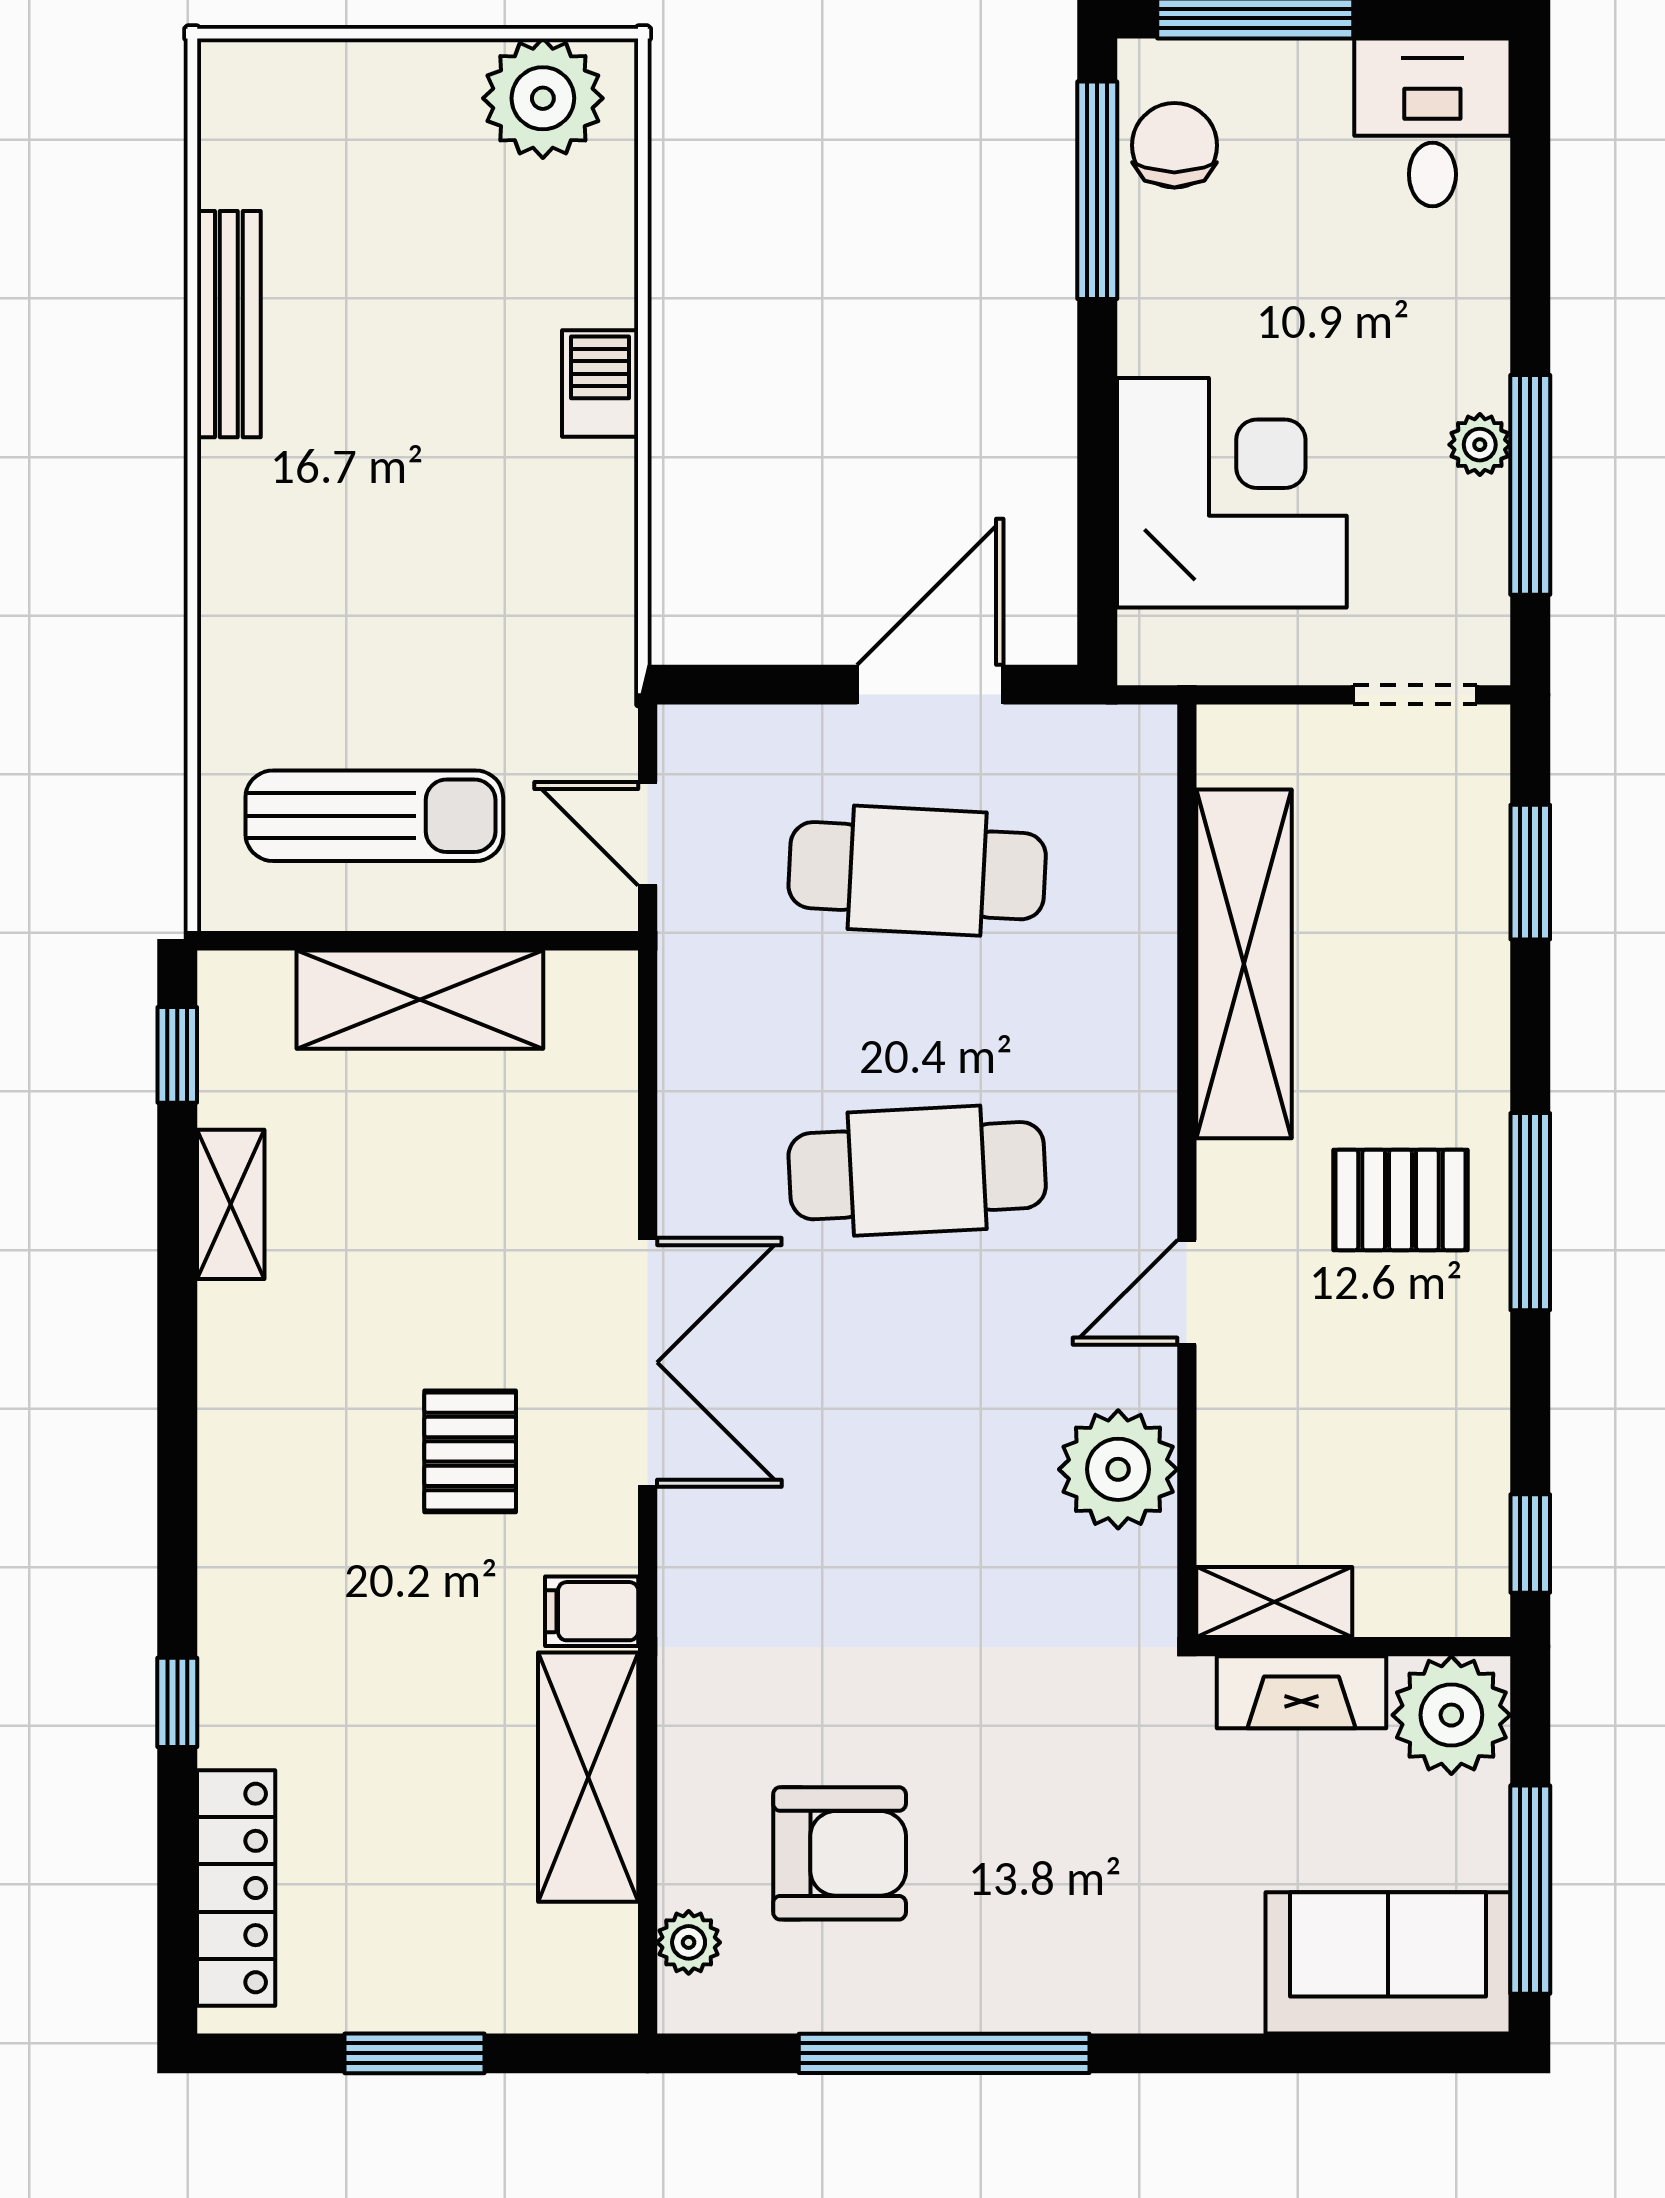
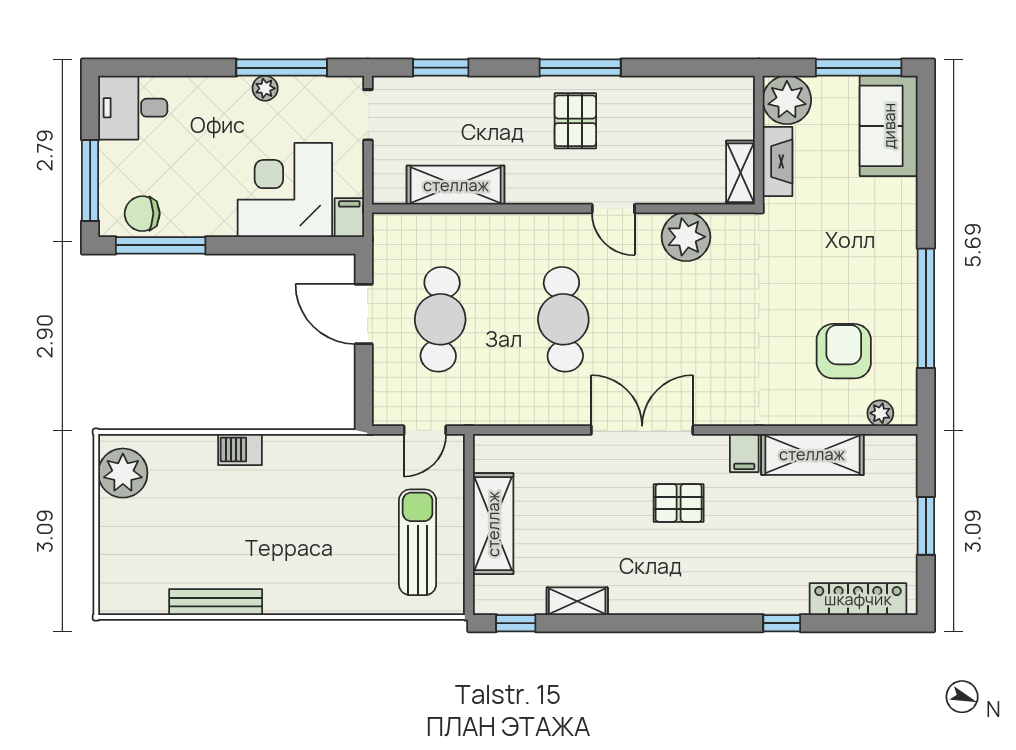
filing cabinet: (1165, 650) -> (349, 218), added
shelving: (1244, 964) -> (456, 185), width x0.68
window: (1530, 1543) -> (716, 68), removed

